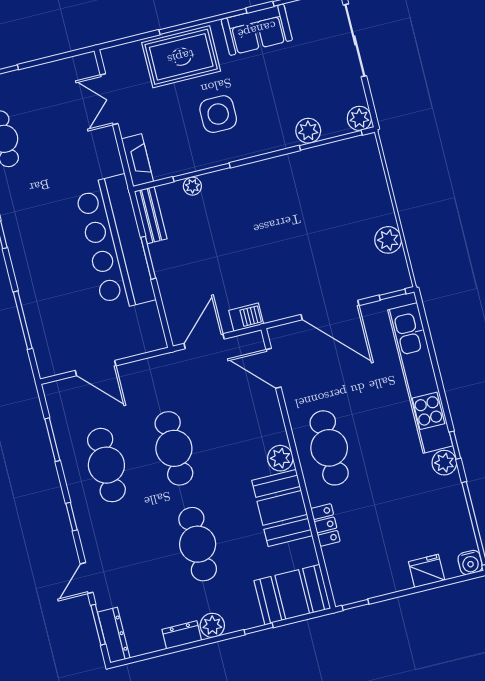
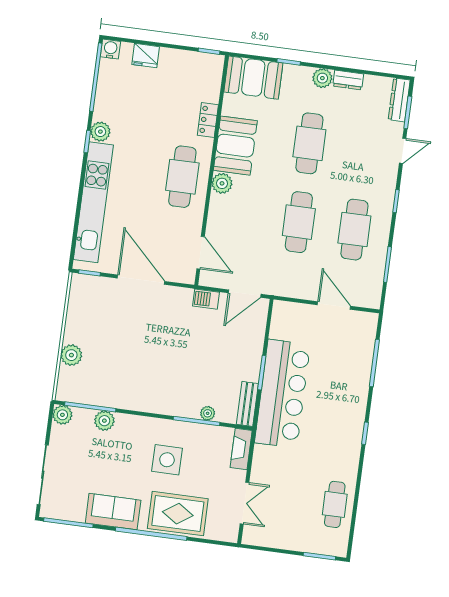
plant: (388, 240) -> (71, 355), moved

